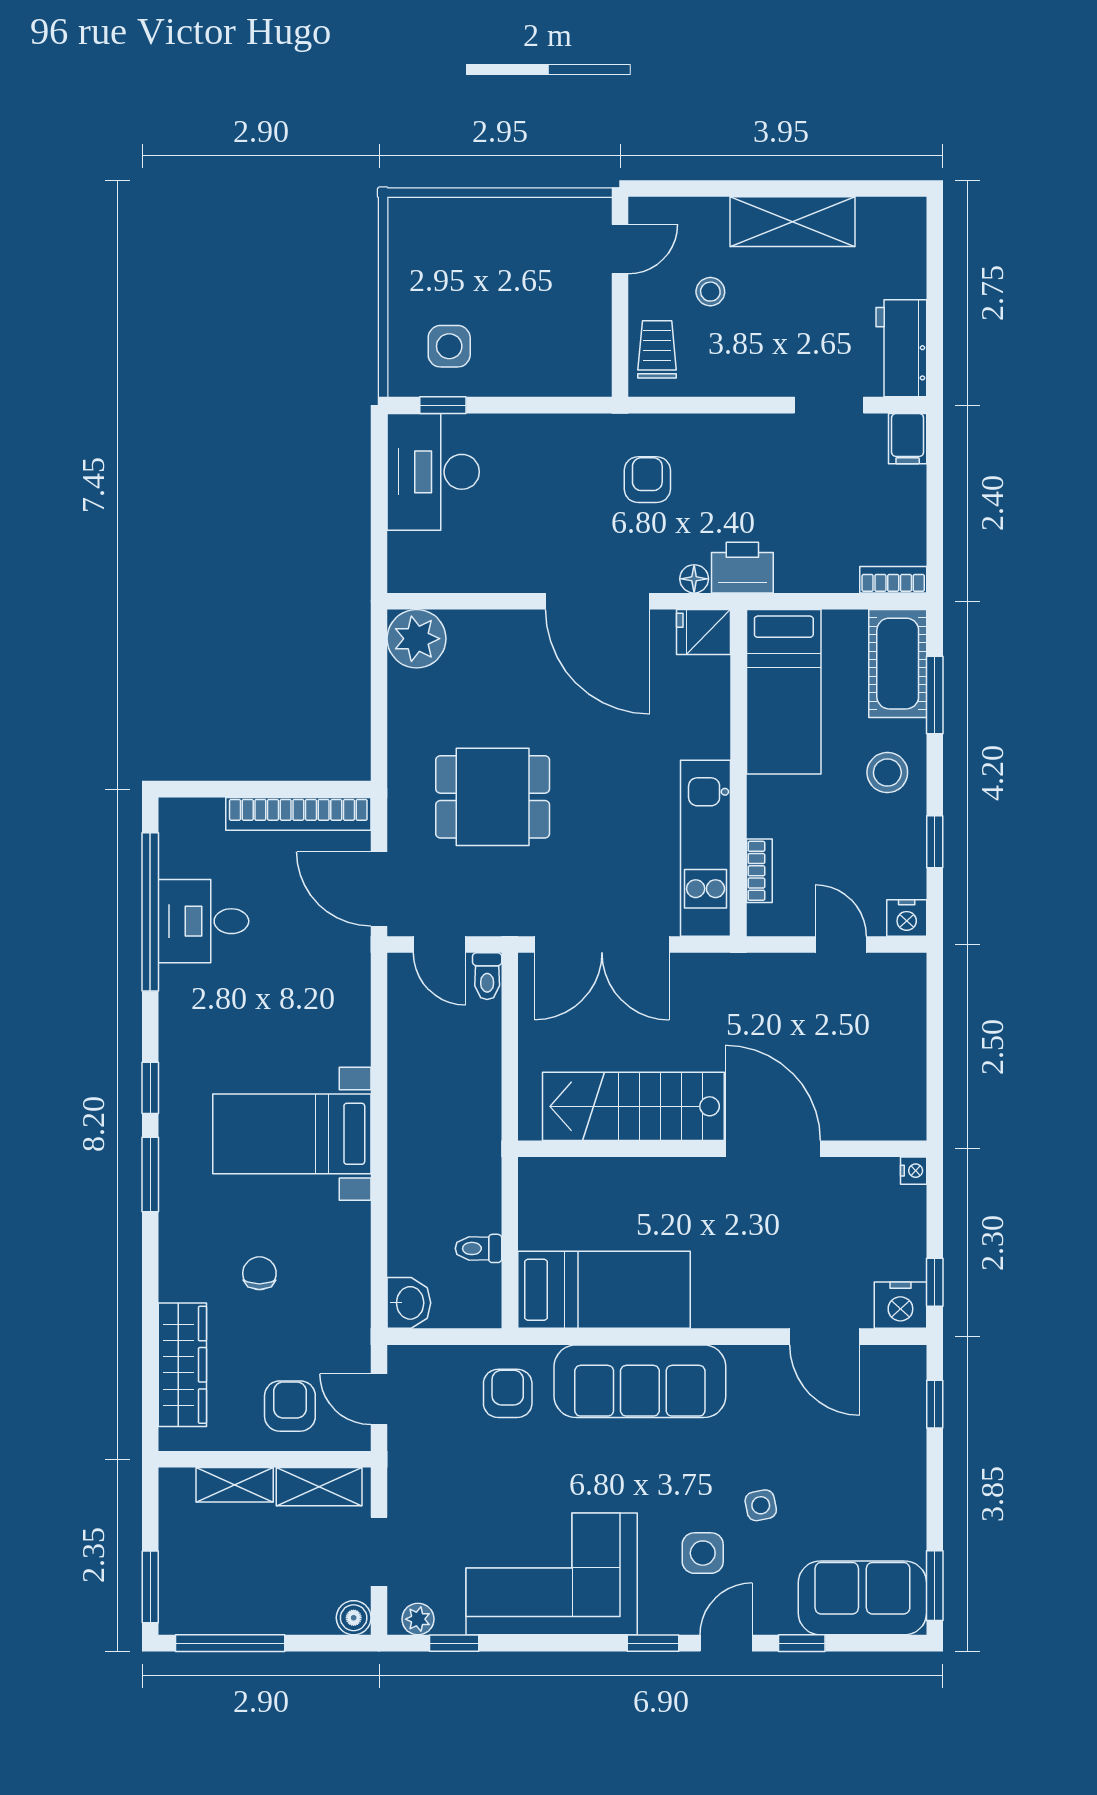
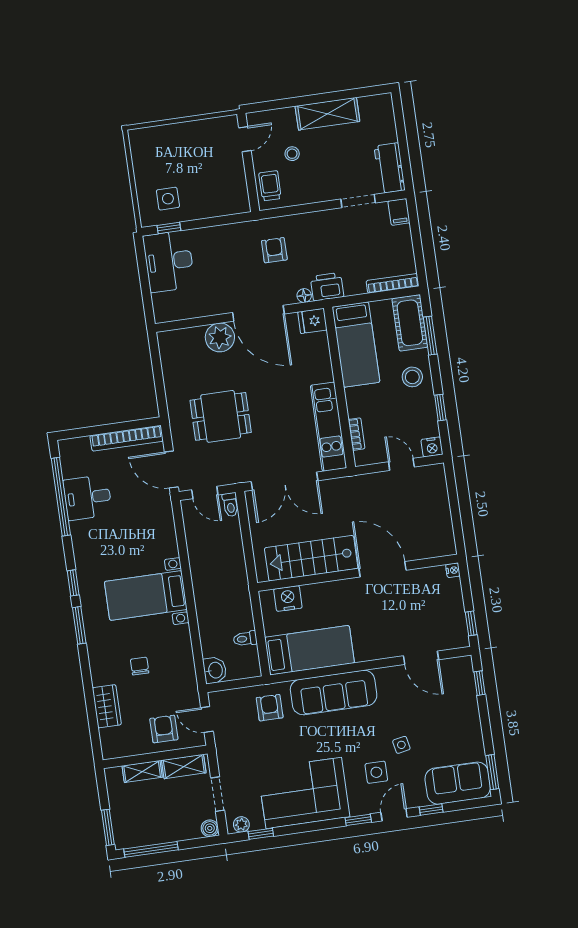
bookcase: (893, 580) -> (393, 283), width x1.56
plant: (417, 639) -> (220, 337), moved
nightstand: (900, 1305) -> (288, 598), moved, turned 180
wardrobe: (182, 1365) -> (107, 706), width x0.67

